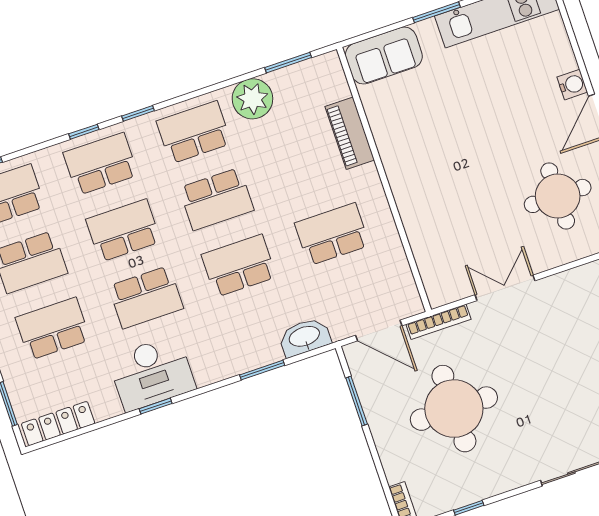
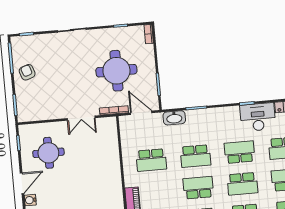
desk: (152, 373) -> (258, 117), moved

